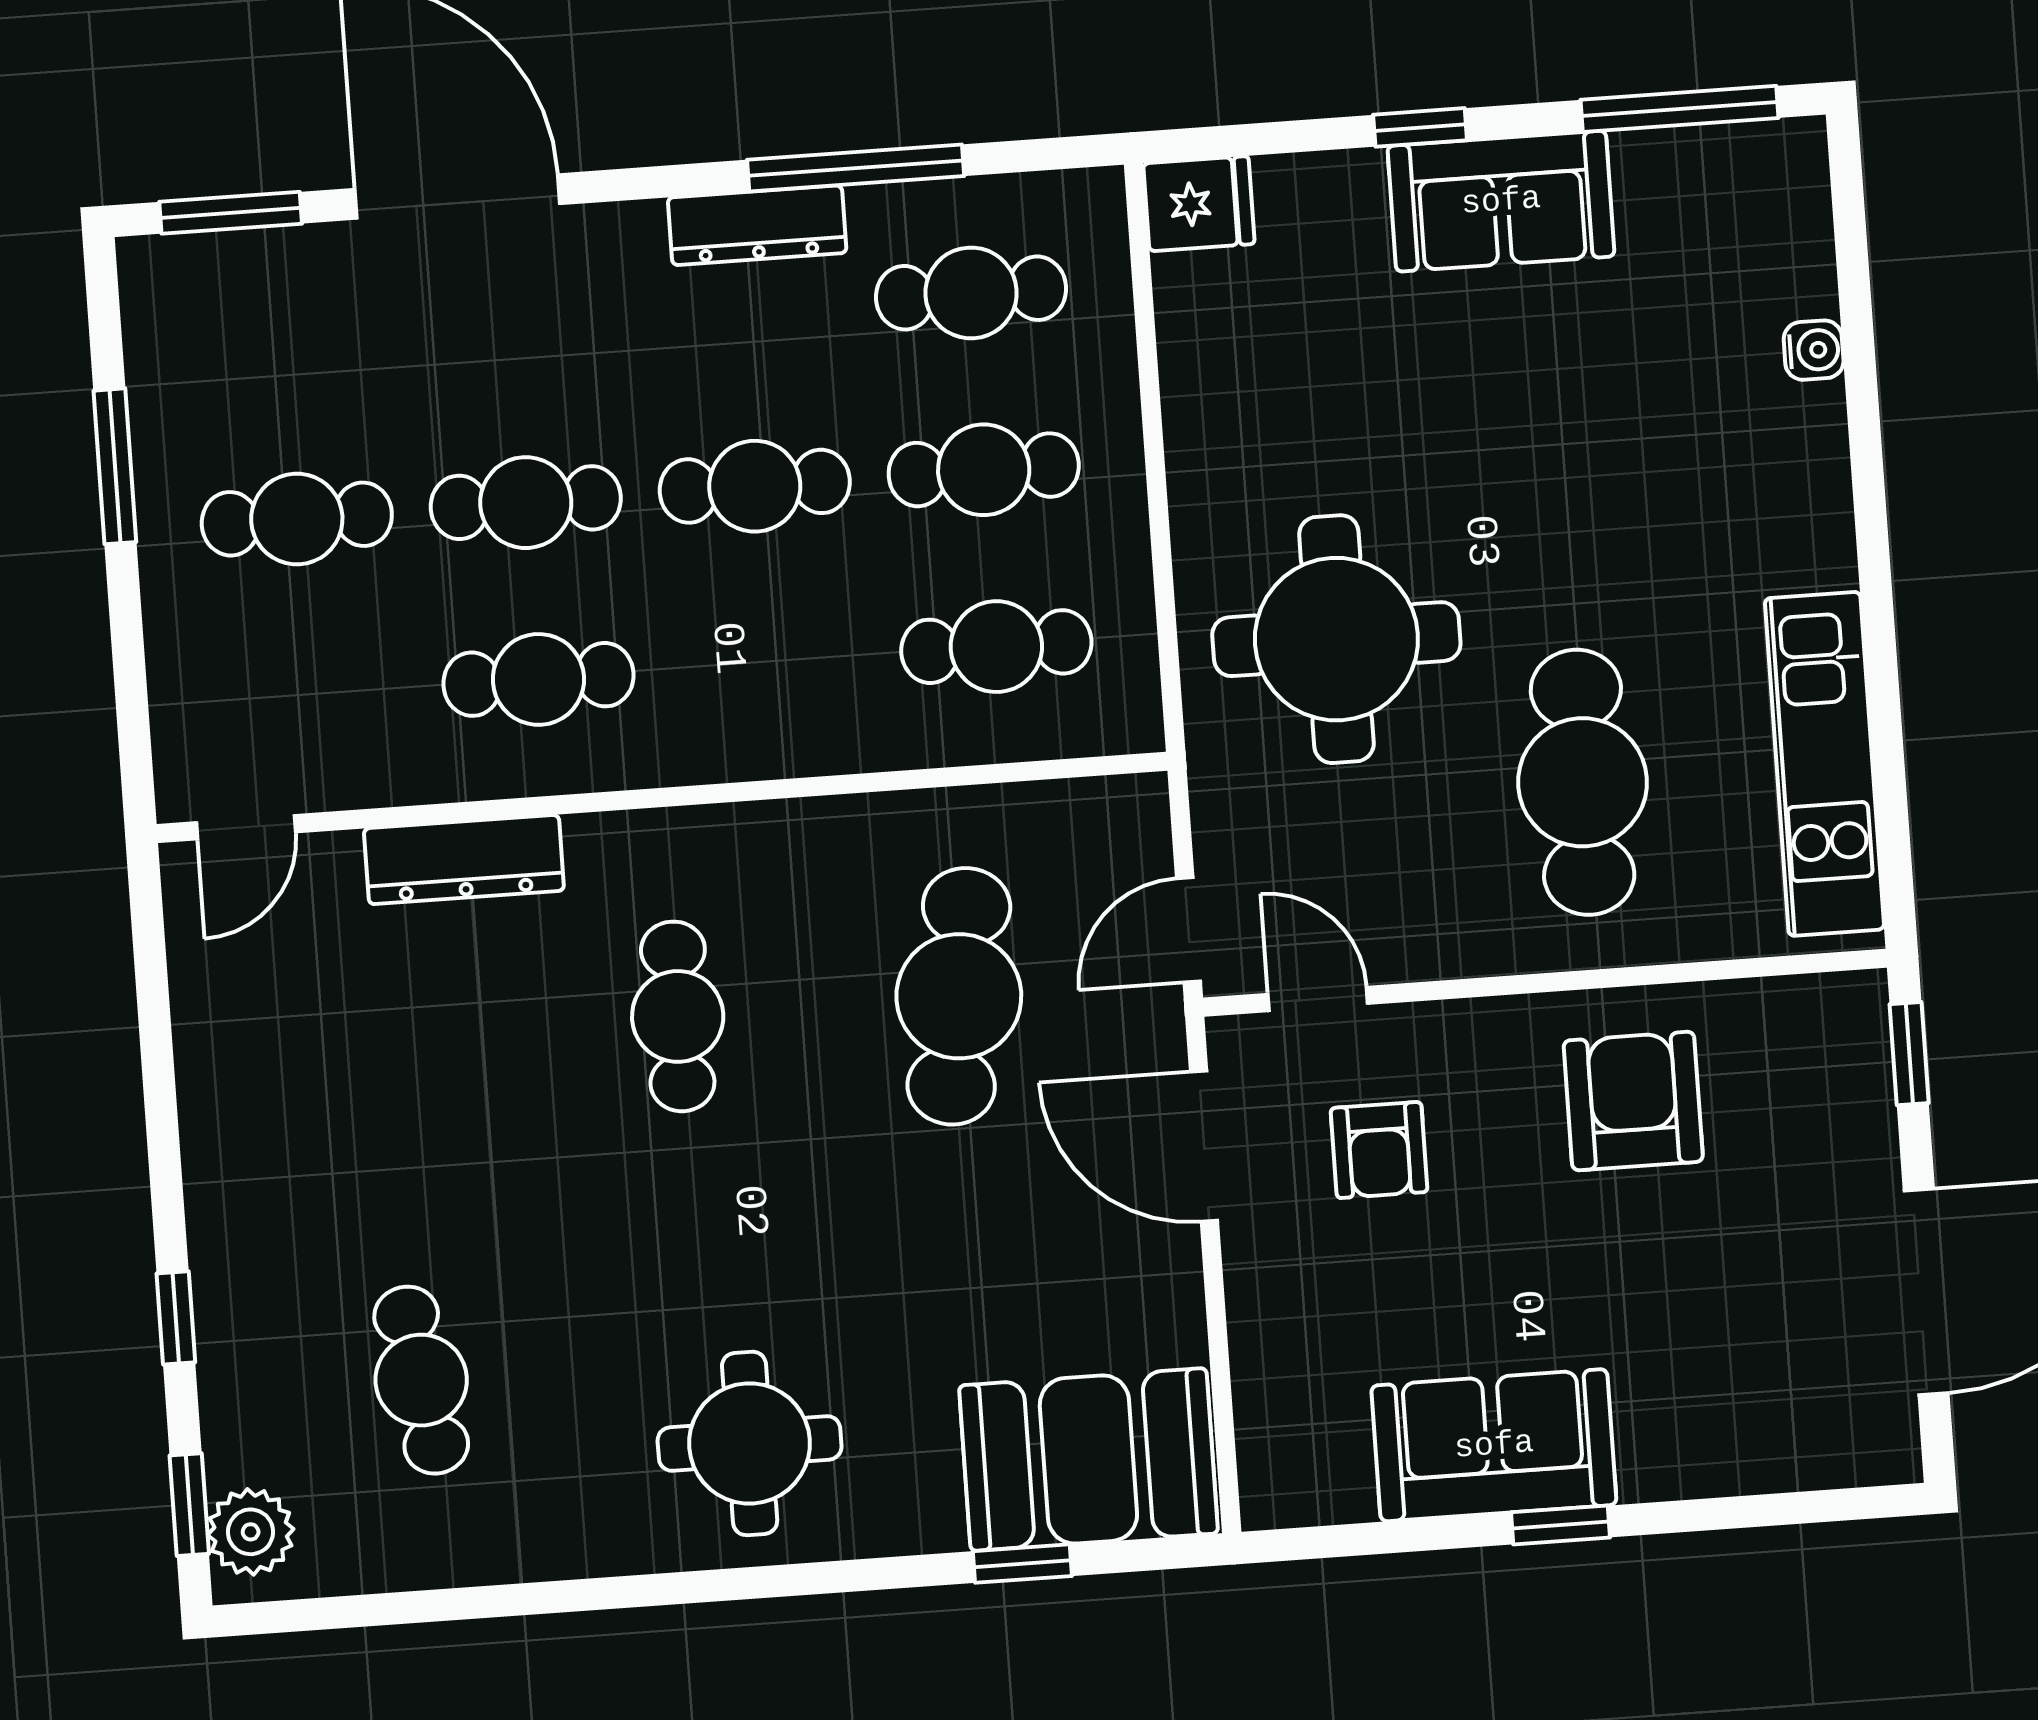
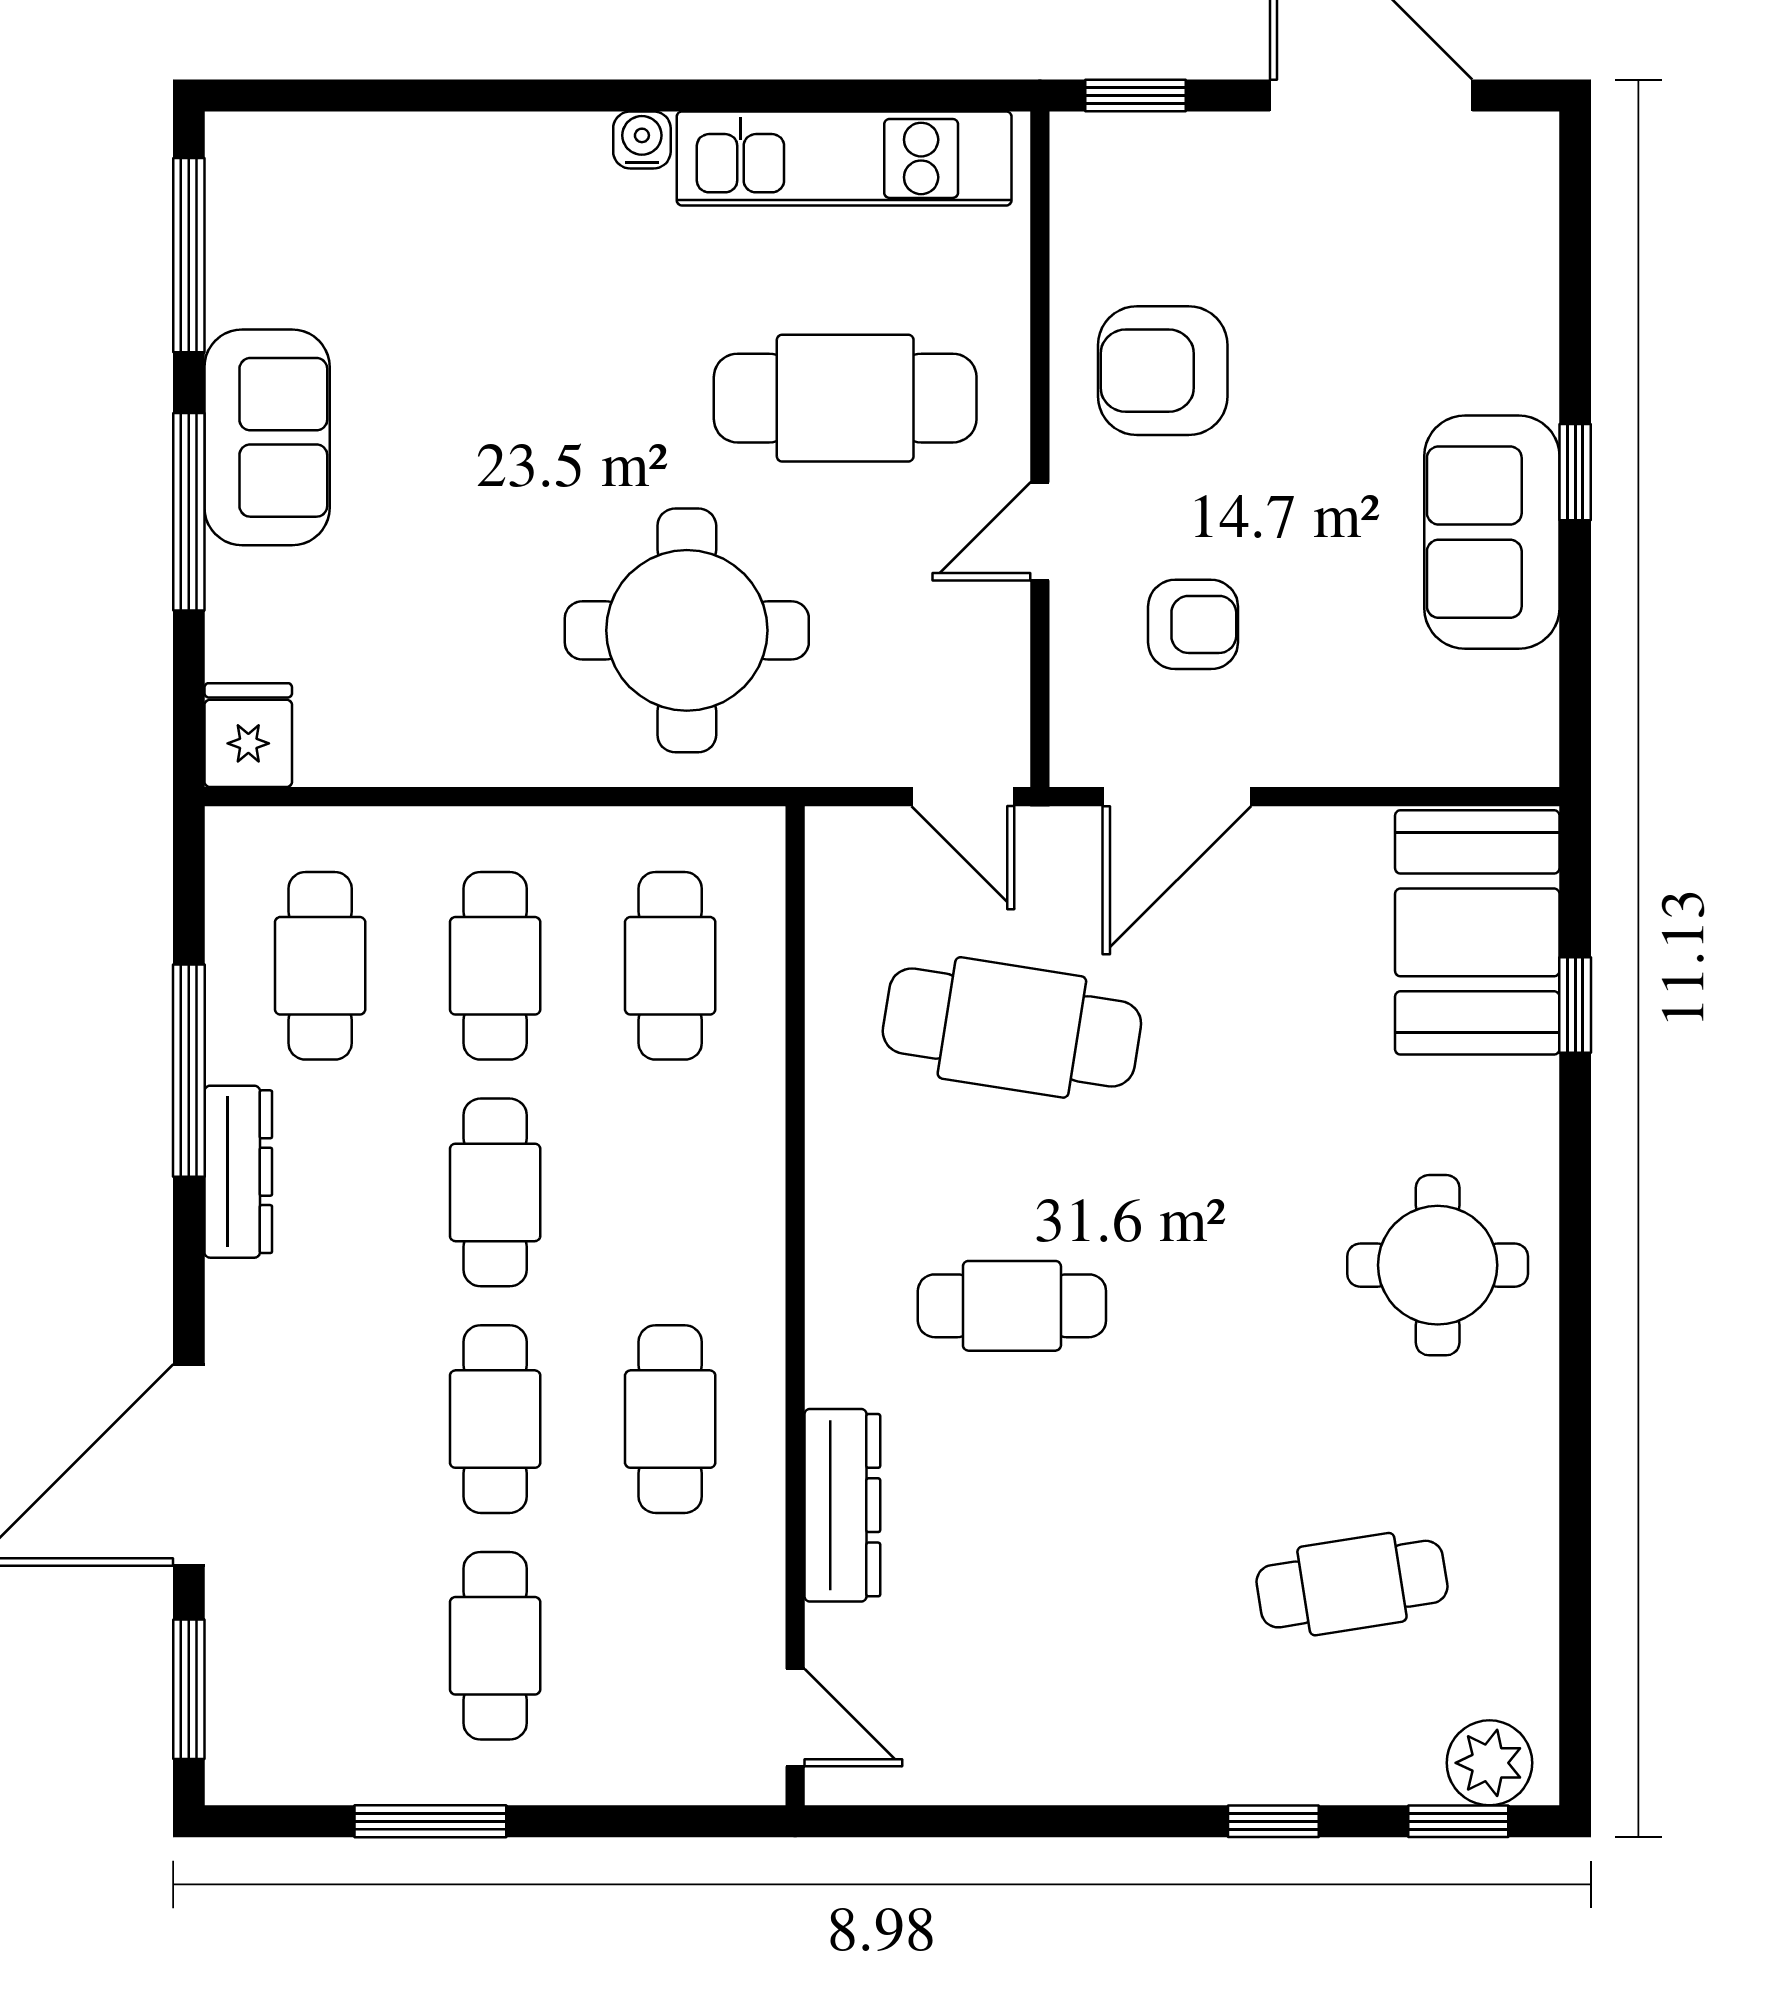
window: (1420, 127) -> (189, 512), width x2.17
water cooler: (1814, 350) -> (642, 140), moved
door: (1318, 999) -> (1040, 531), moved

